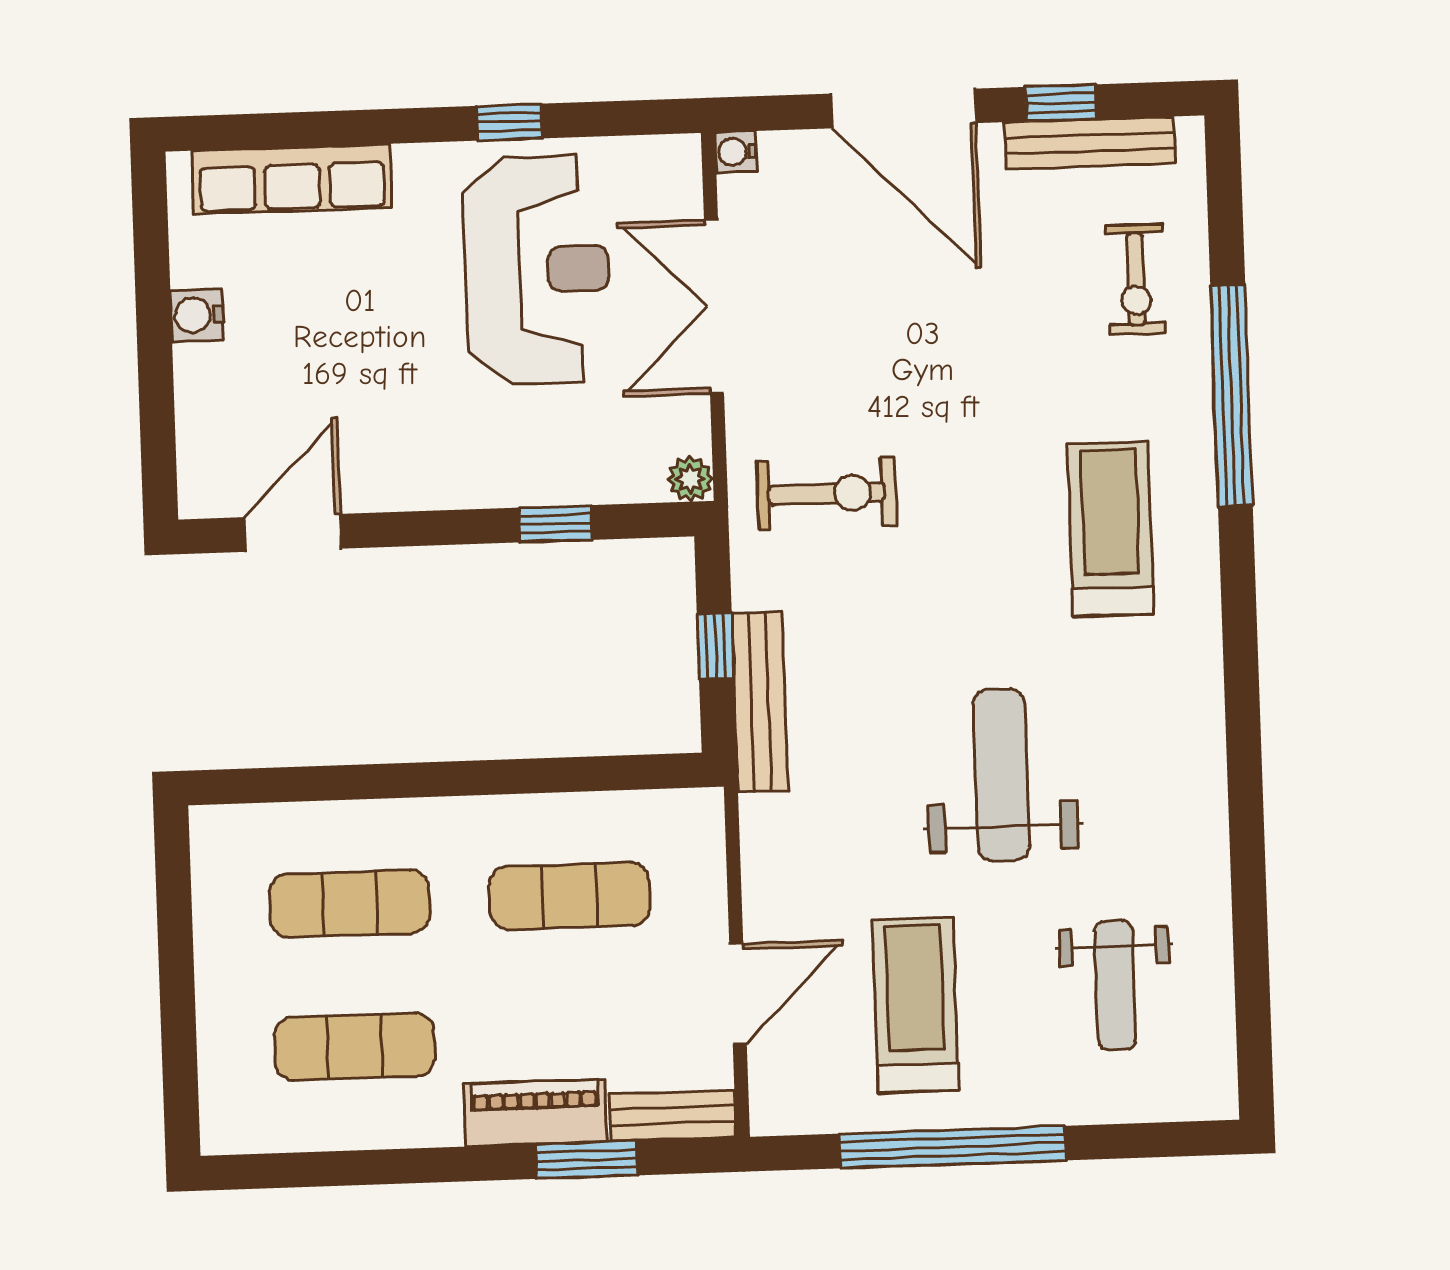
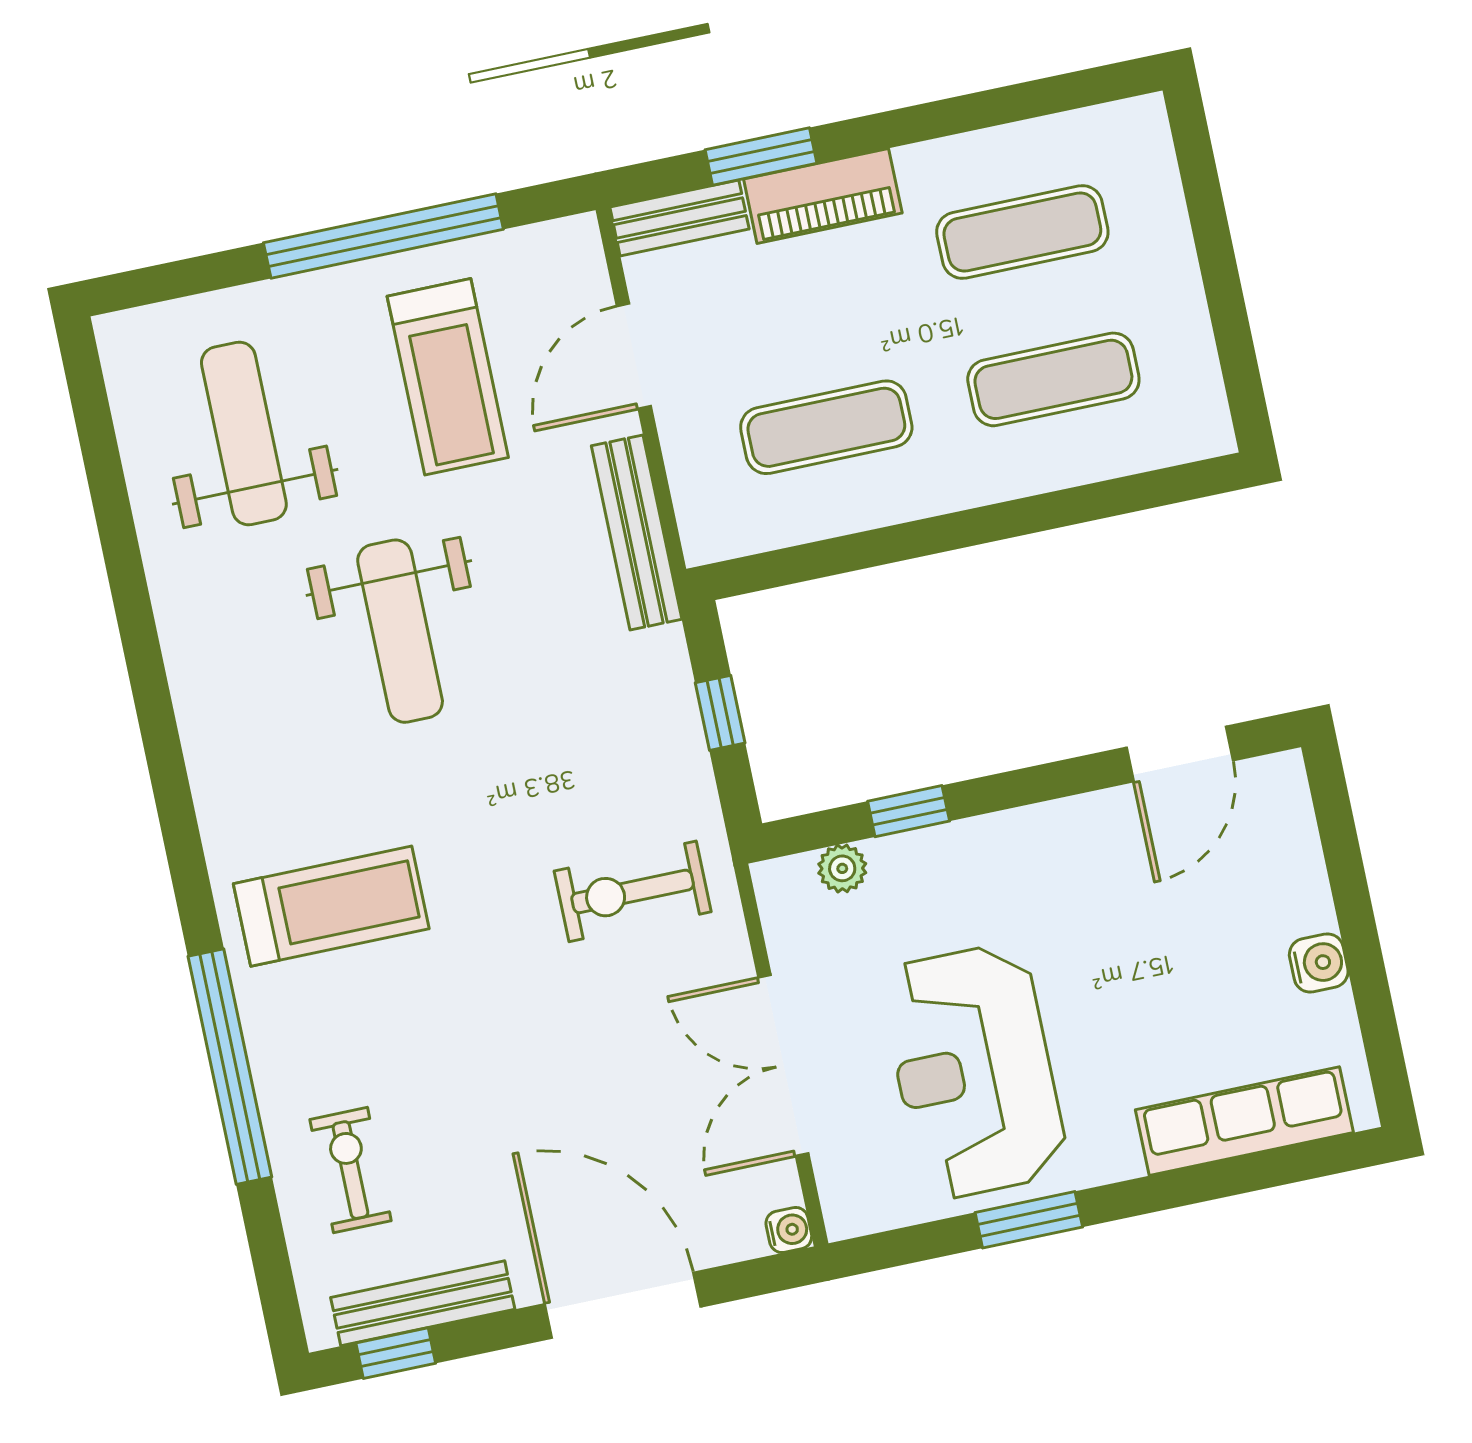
window: (1061, 103) -> (396, 1353), moved
window: (510, 122) -> (1029, 1220), width x1.50
double door: (714, 306) -> (783, 1066), swing flipped
plant: (690, 479) -> (842, 868), moved
treadmill: (1111, 529) -> (331, 906), turned -90
bench: (760, 702) -> (637, 533), moved
weight bench: (1115, 985) -> (244, 433), width x1.36, depth x1.33

